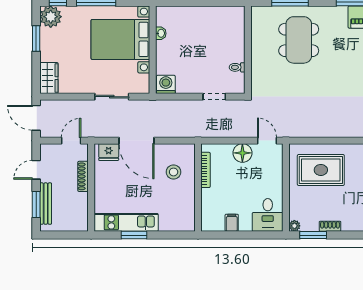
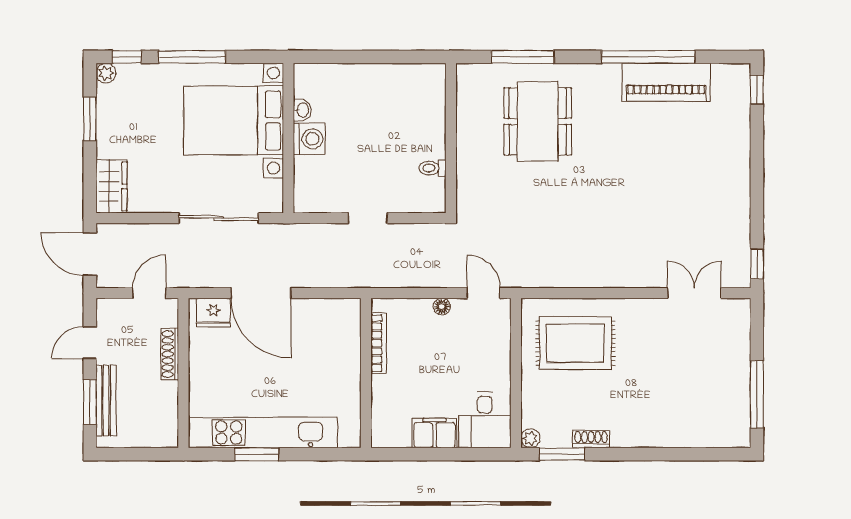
plant: (51, 17) -> (106, 73), width x0.53, depth x0.53
washing machine: (166, 84) -> (309, 139), moved, turned 90
sliding door: (112, 97) -> (219, 218), width x1.37
doorway: (214, 97) -> (368, 218), moved
floor lamp: (242, 153) -> (442, 307), width x0.53, depth x0.53
stool: (174, 172) -> (324, 347), removed
kitchen unit: (126, 222) -> (263, 433), width x1.36
filing cabinet: (232, 223) -> (434, 433), width x2.00

